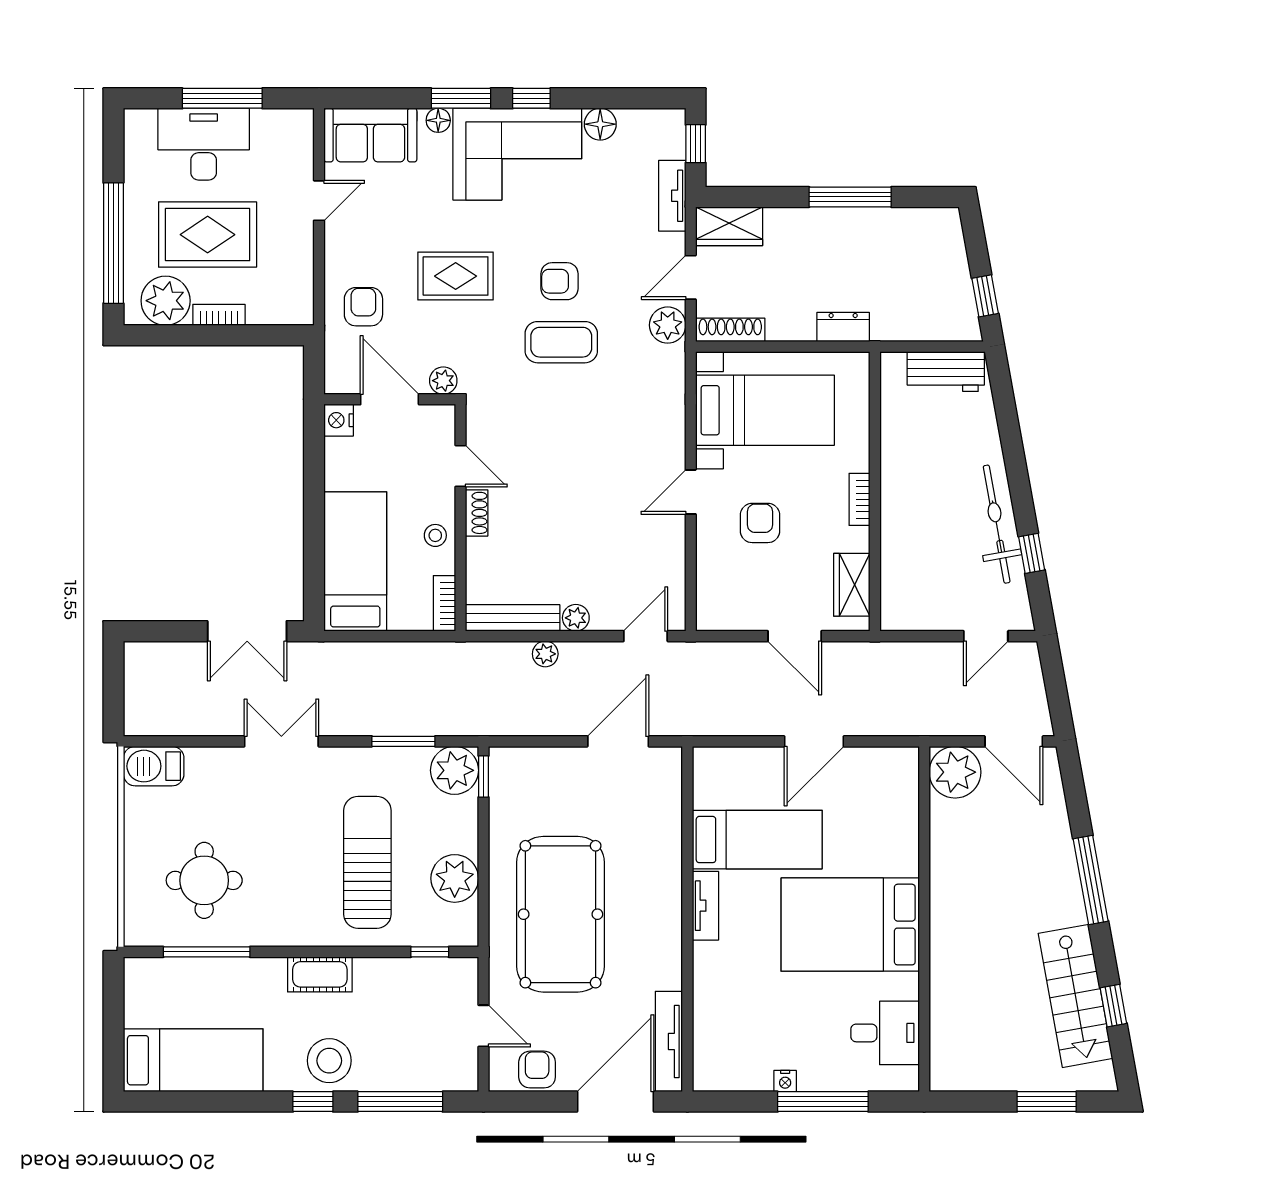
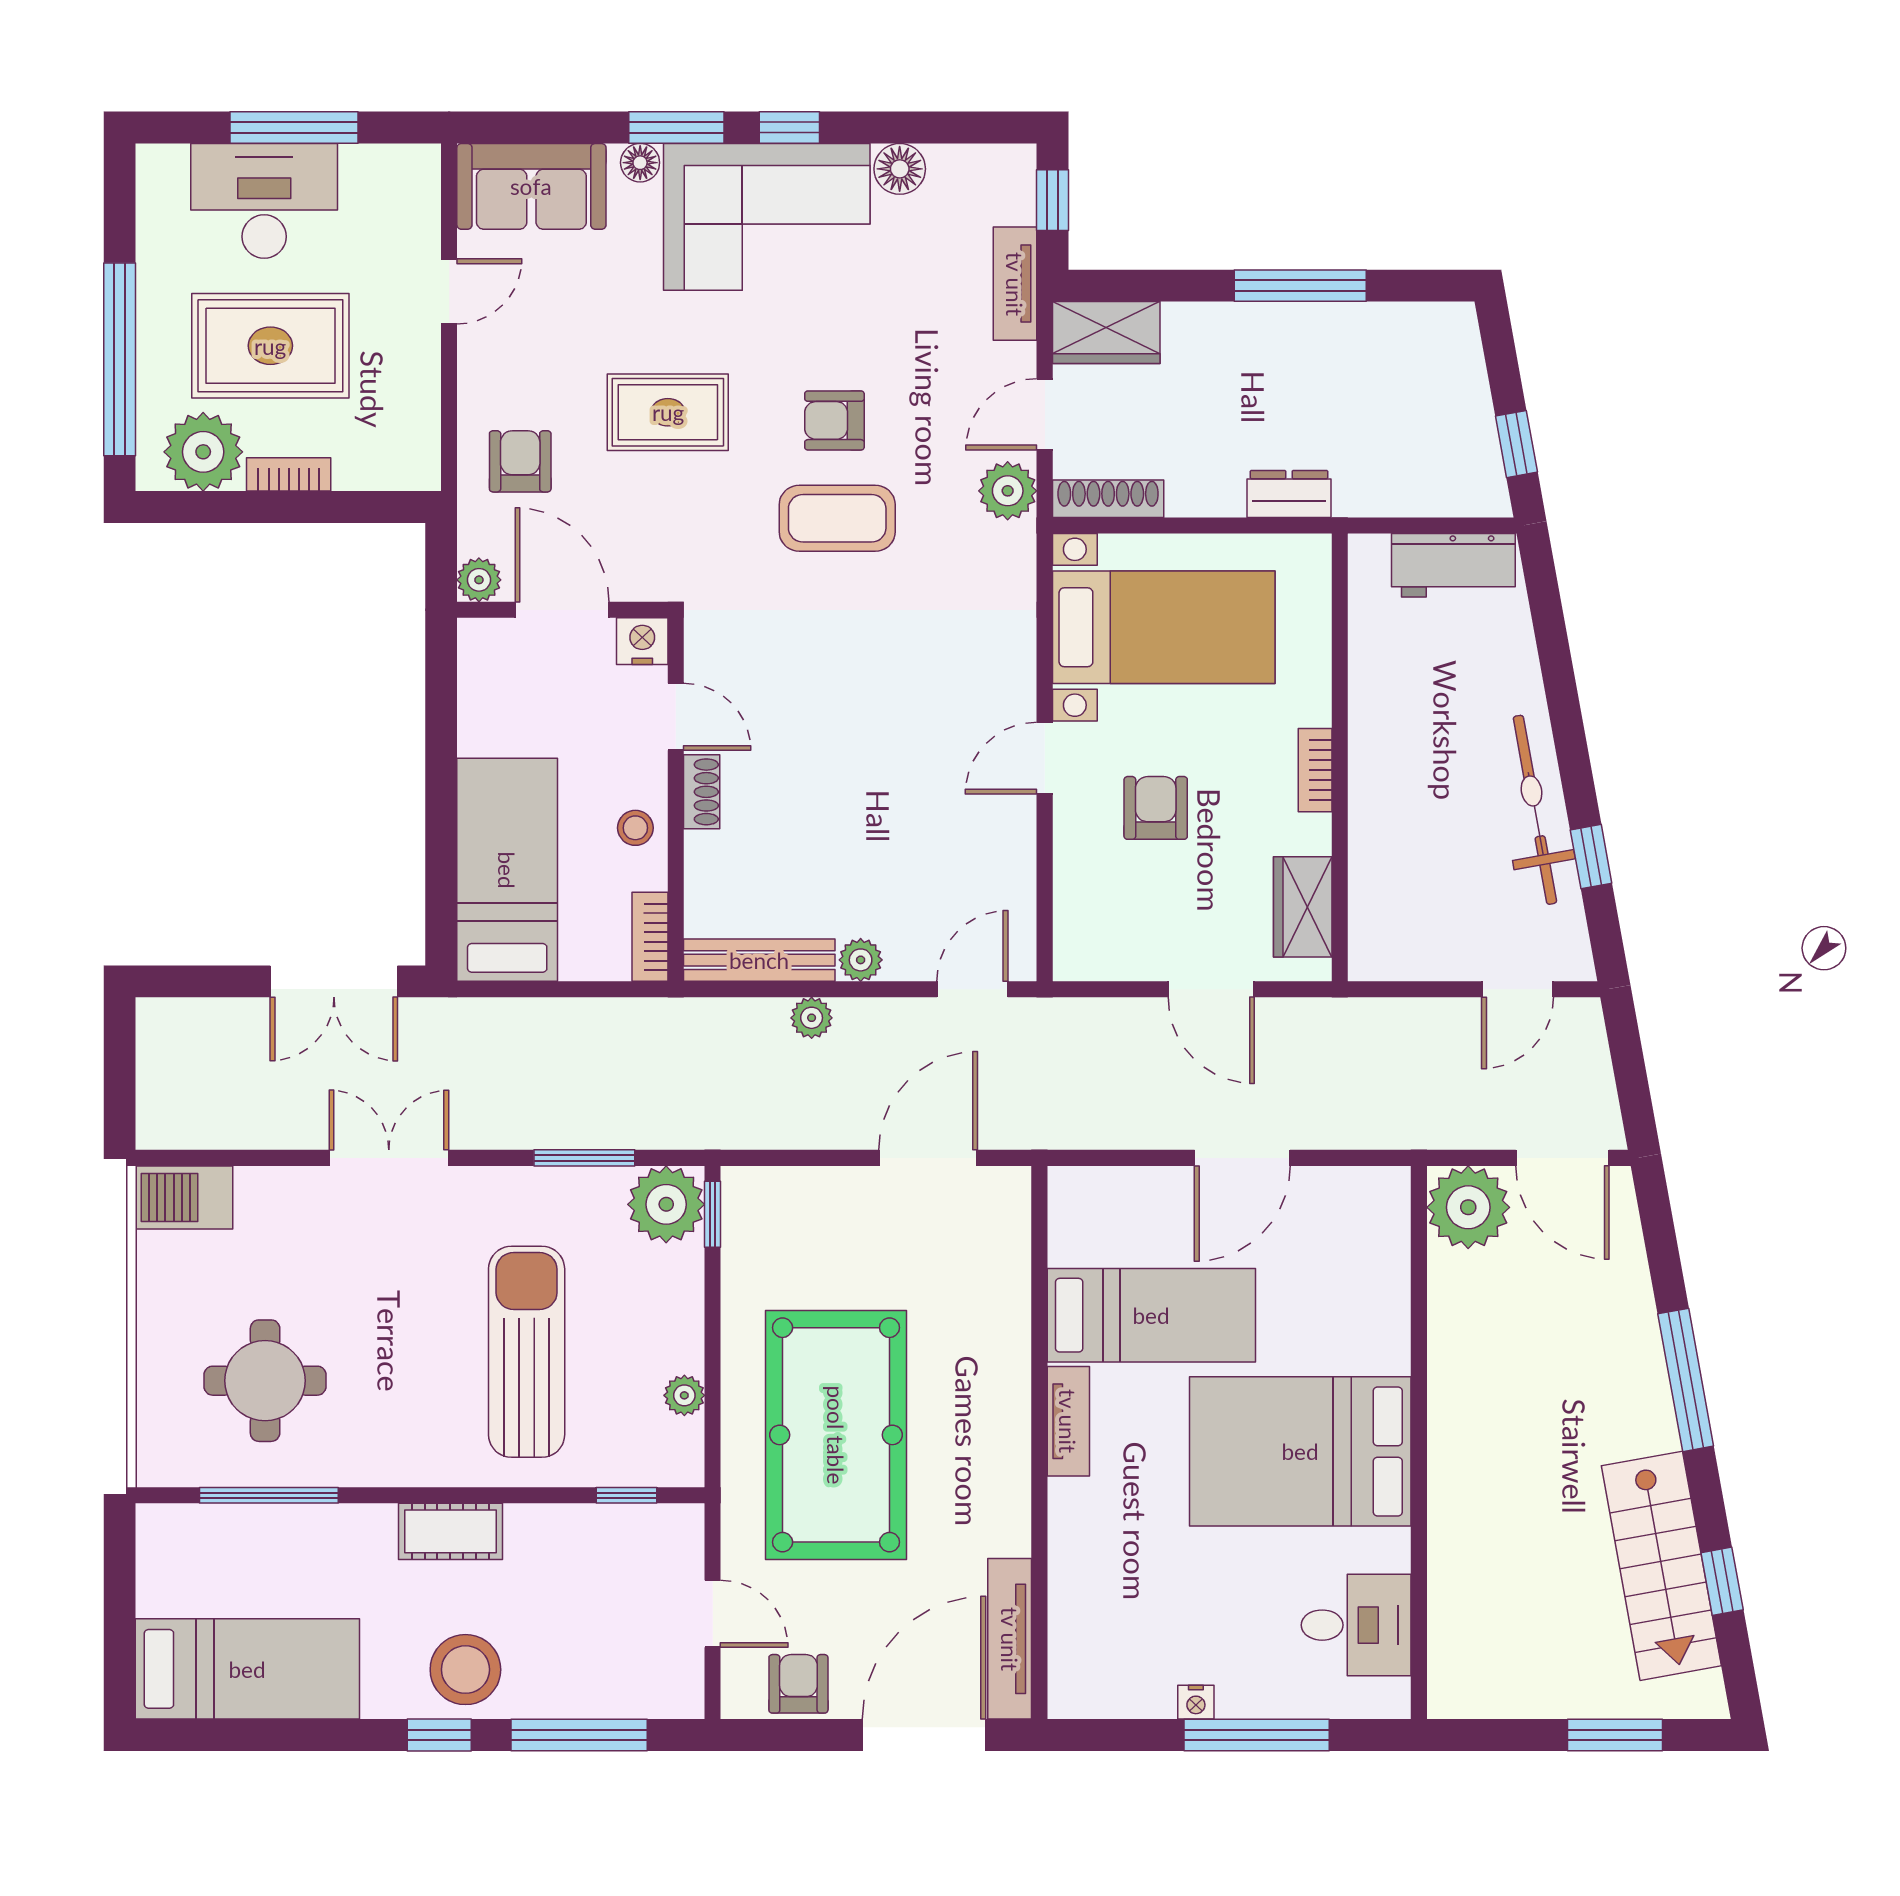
plant: (443, 381) -> (479, 580), moved
nightstand: (339, 420) -> (642, 641), moved, turned 90
plant: (455, 878) -> (684, 1395), width x0.53, depth x0.53

